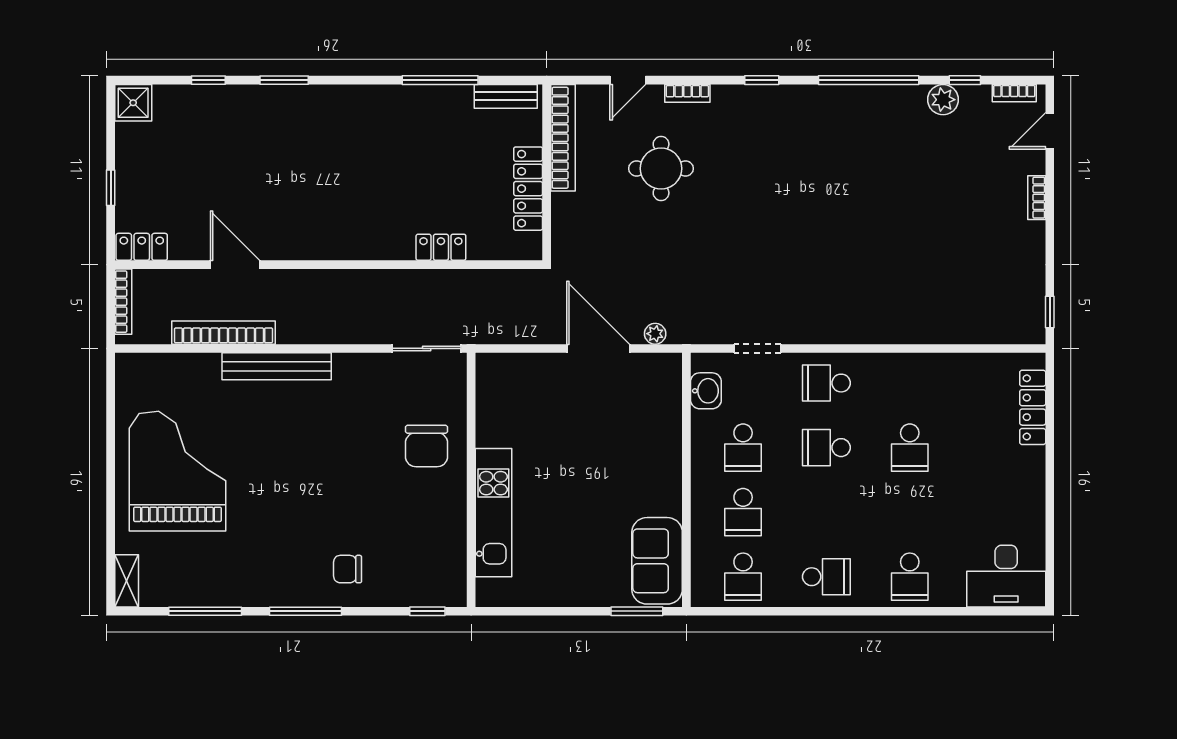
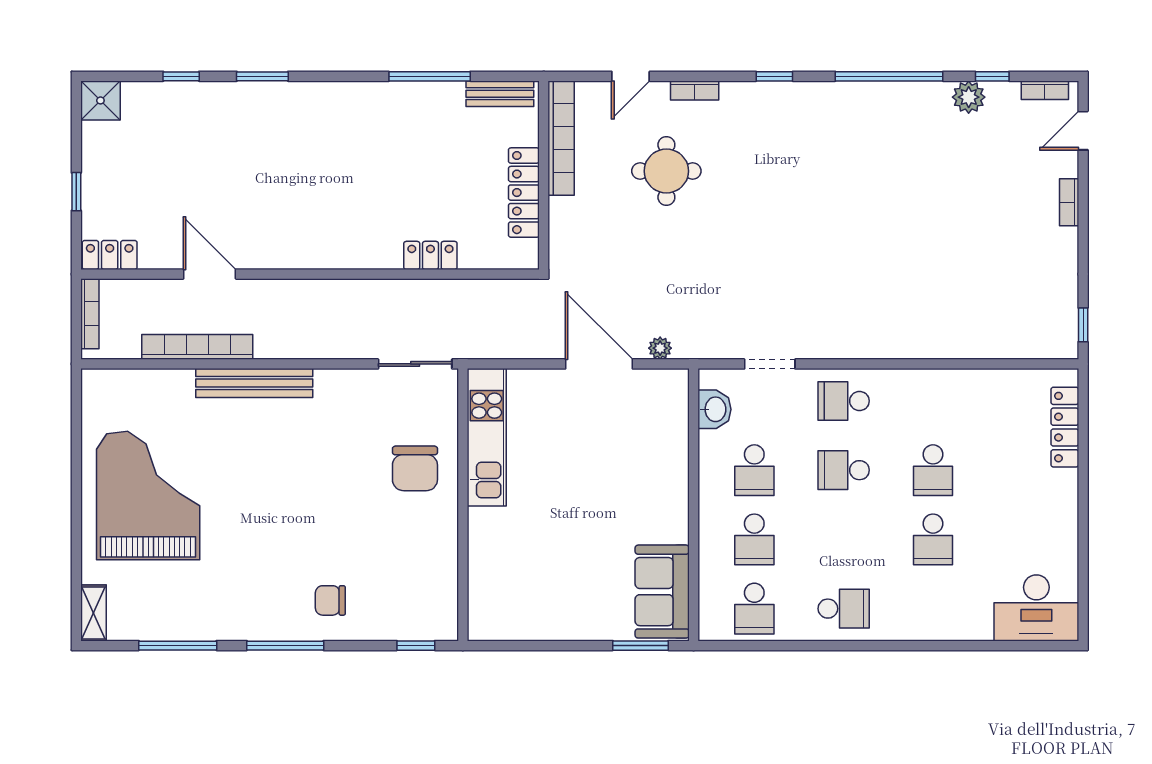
kitchen unit: (493, 513) -> (487, 437), moved
school desk: (910, 577) -> (933, 539), moved

